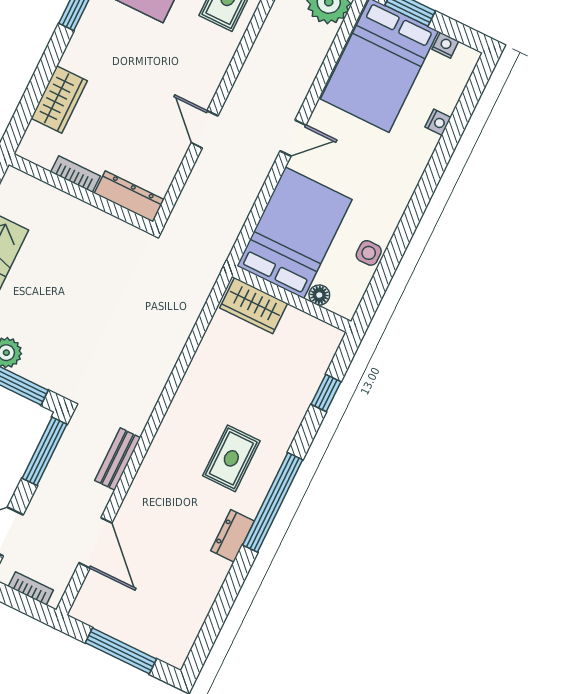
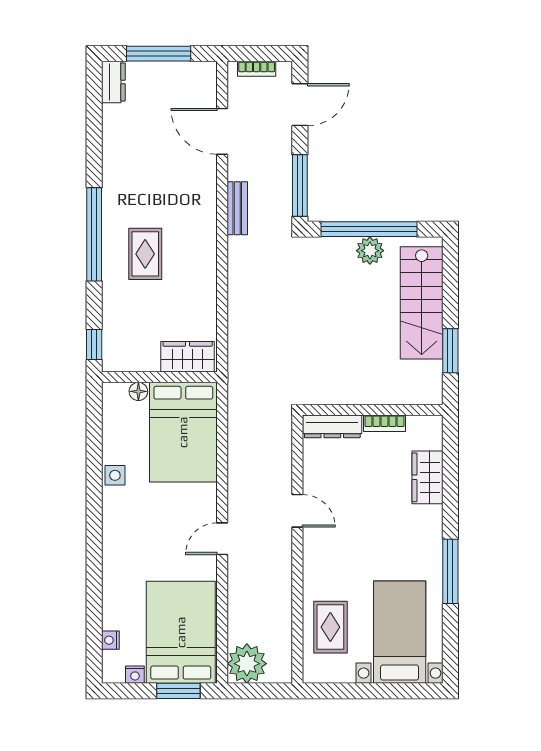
nightstand: (438, 122) -> (110, 640), moved
bed: (294, 233) -> (183, 432), moved
floor lamp: (319, 295) -> (138, 391), moved
wall: (292, 299) -> (159, 377), moved
wardrobe: (254, 306) -> (188, 357), moved
dresser: (233, 536) -> (113, 82), moved

